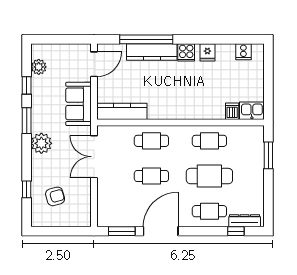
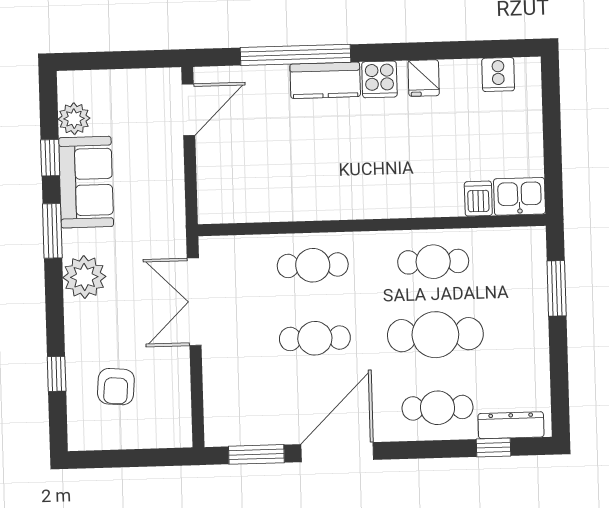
kitchen counter: (152, 52) -> (325, 80), width x0.67
sofa: (78, 104) -> (86, 182), moved, turned 180
kitchen counter: (122, 111) -> (250, 206), removed
armchair: (55, 196) -> (116, 387), turned 110

